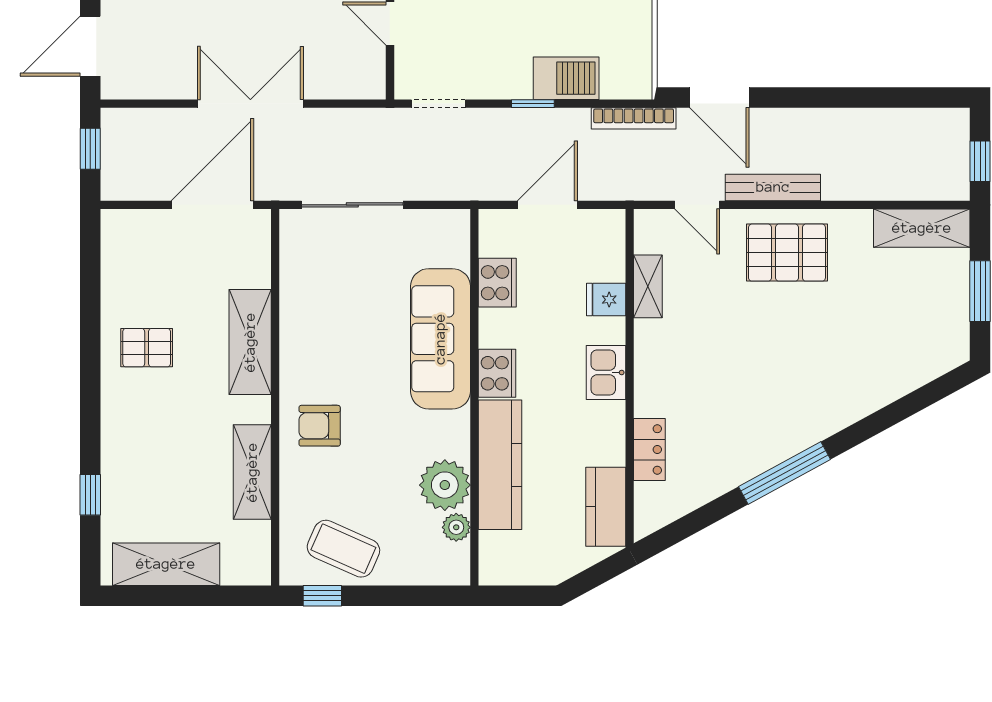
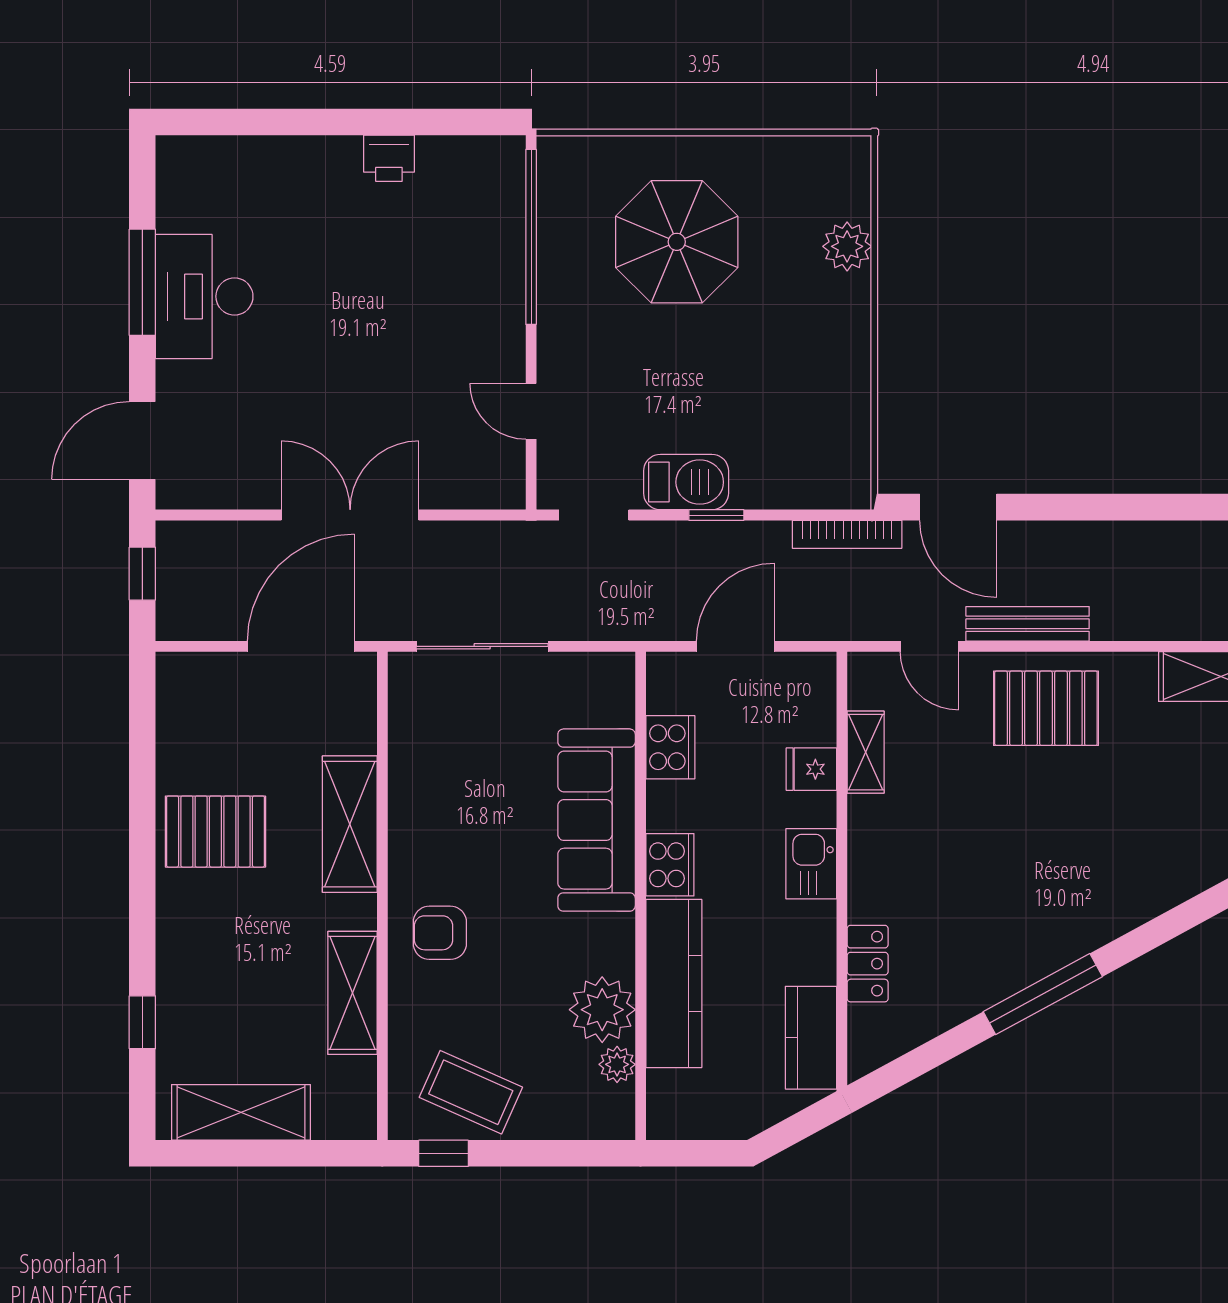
barbecue: (566, 78) -> (686, 482), moved
pallet: (147, 348) -> (215, 832), width x1.50, depth x1.42

